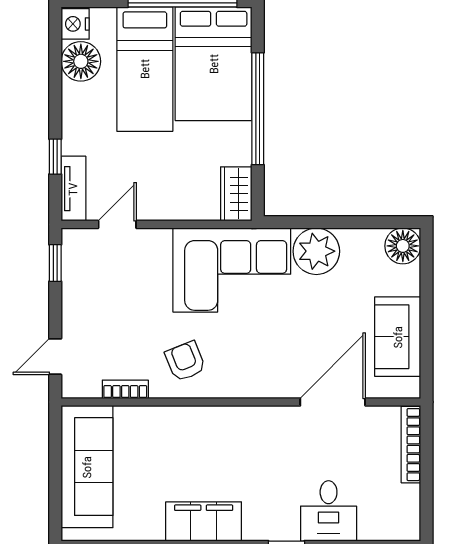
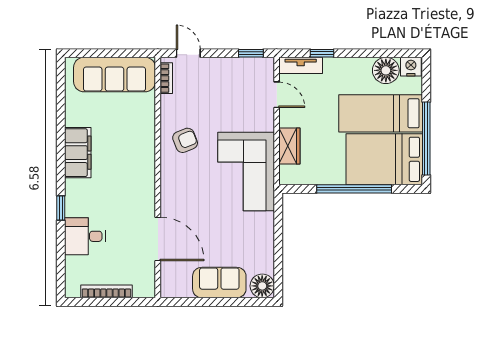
wardrobe: (236, 194) -> (289, 146), moved, turned 90
plant: (316, 251) -> (259, 228), removed
sofa: (398, 337) -> (219, 283), moved
bookcase: (125, 389) -> (166, 78), moved
bookcase: (411, 445) -> (106, 291), moved

